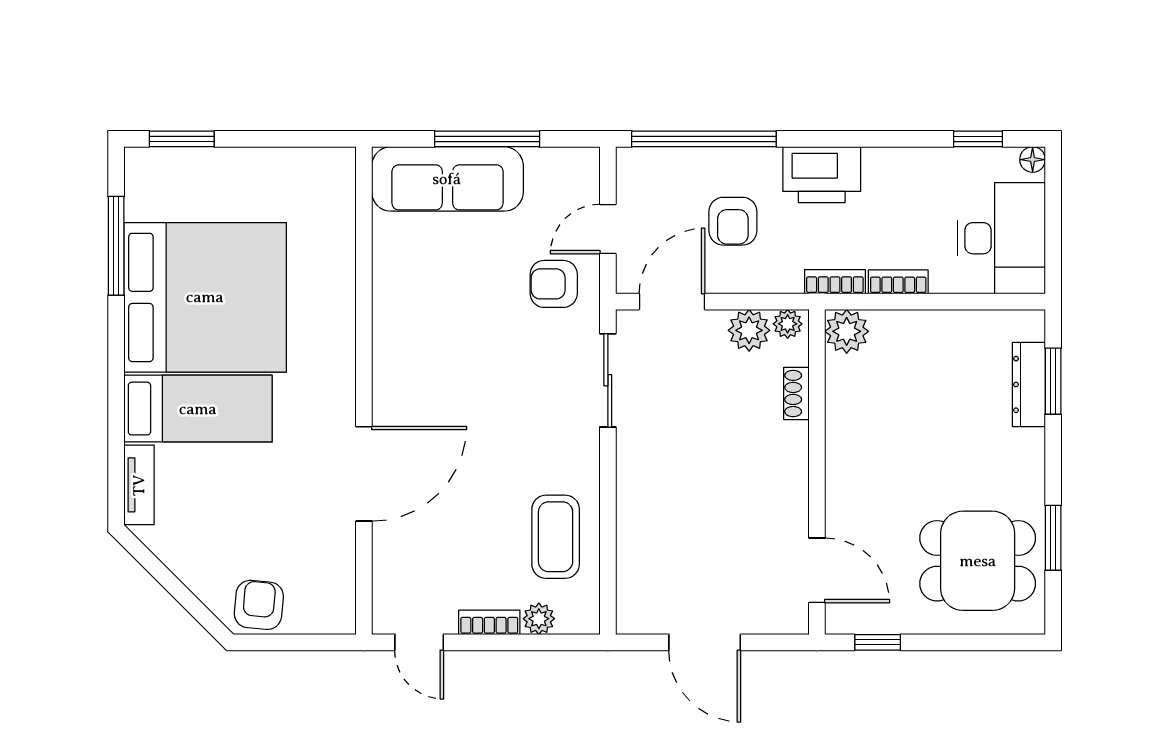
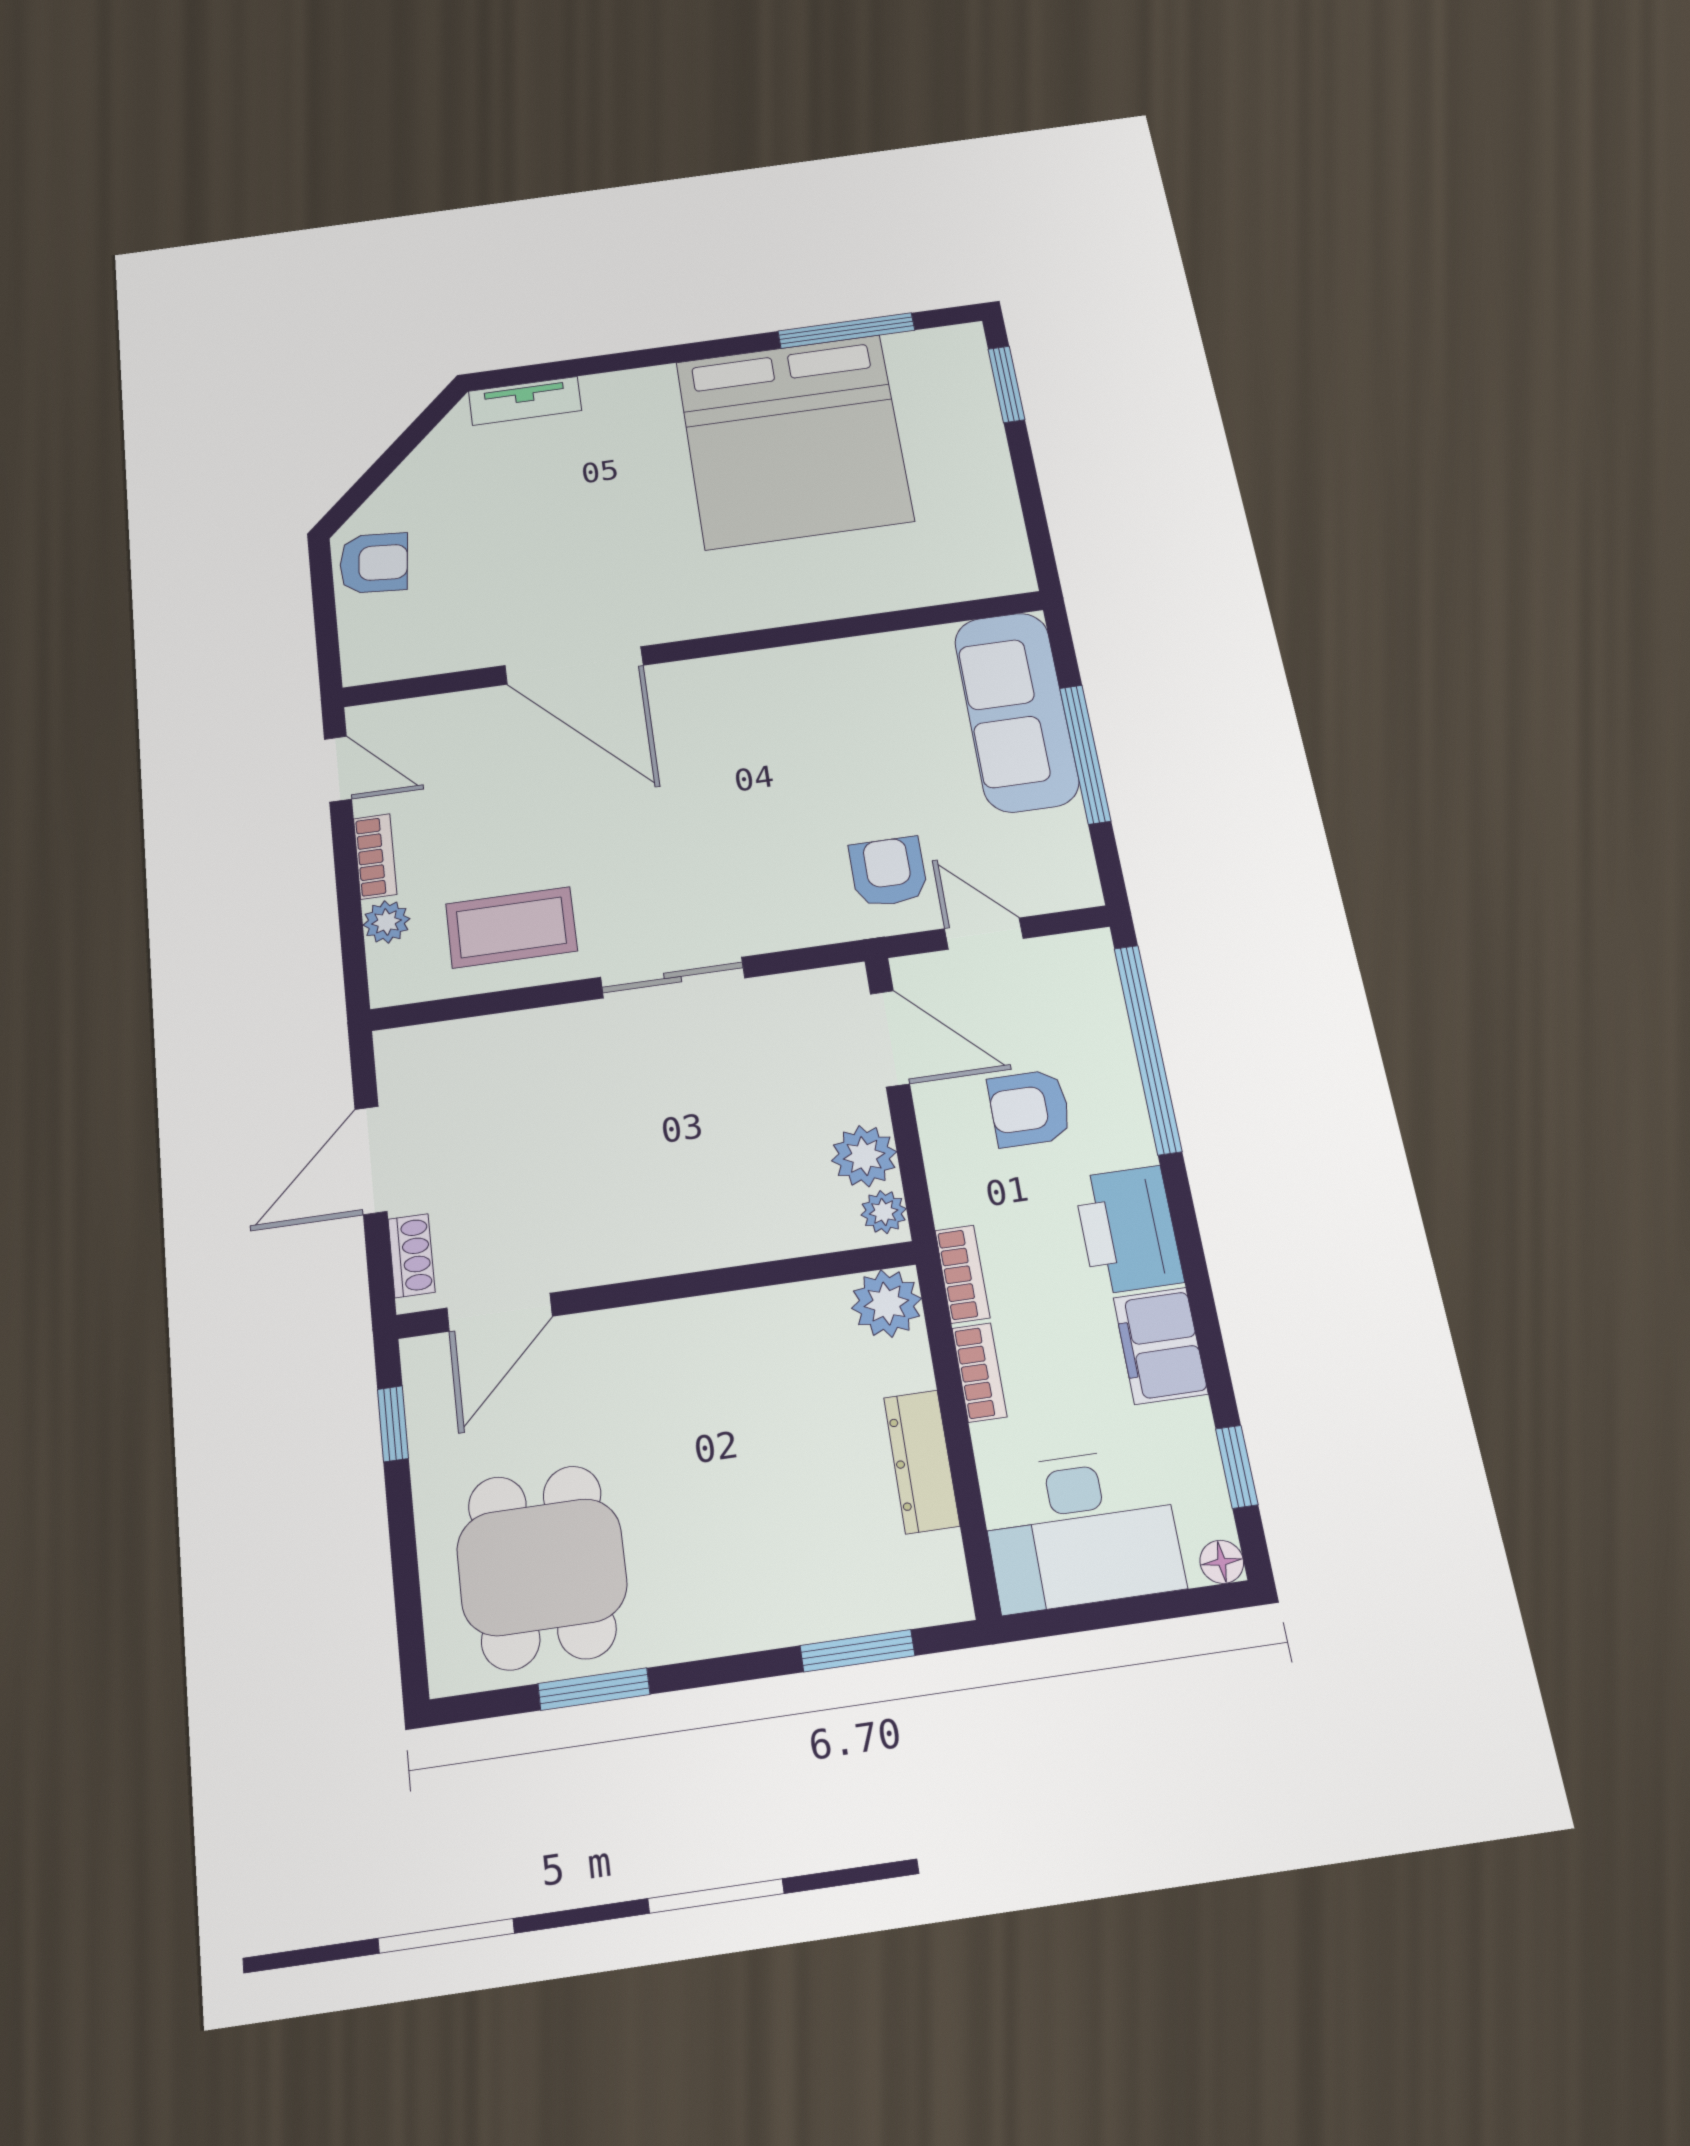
filing cabinet: (898, 169) -> (1160, 1346), added
sliding door: (608, 380) -> (673, 978), moved
dresser: (1029, 384) -> (922, 1462), moved, turned -90
shoe rack: (796, 393) -> (411, 1256), moved, turned 90
bed: (198, 409) -> (639, 454), removed
door: (419, 642) -> (338, 769), swing flipped

